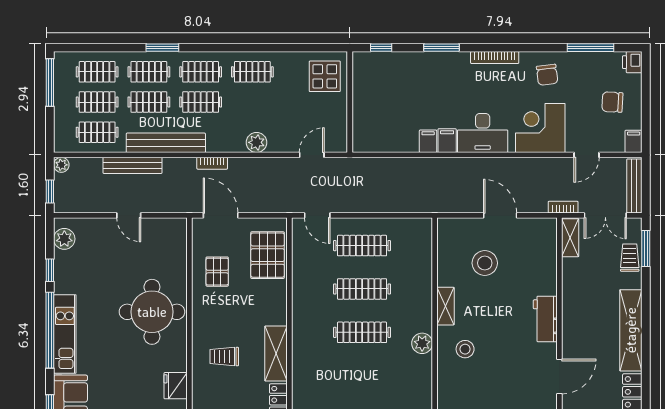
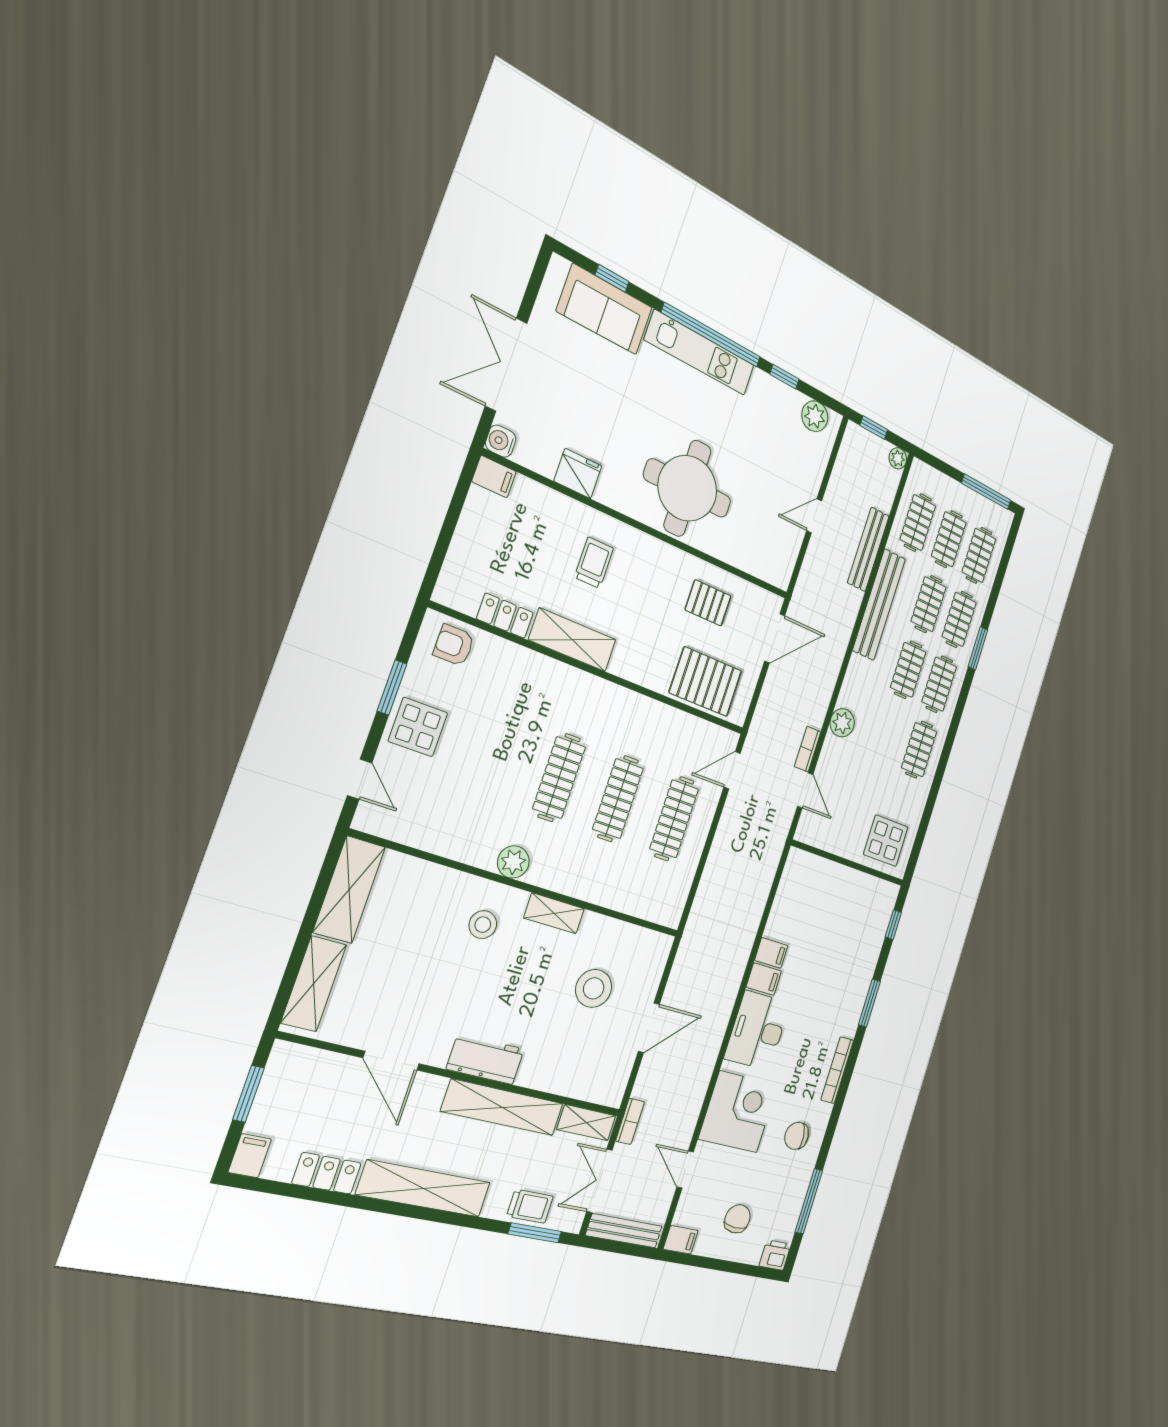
bookcase: (212, 163) -> (808, 749), moved
shelving: (572, 297) -> (503, 1107), added

